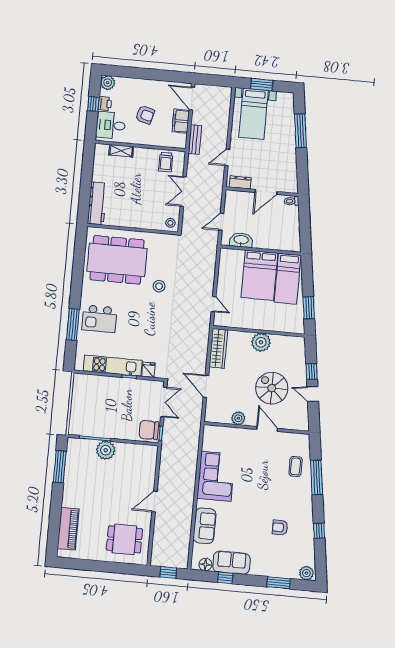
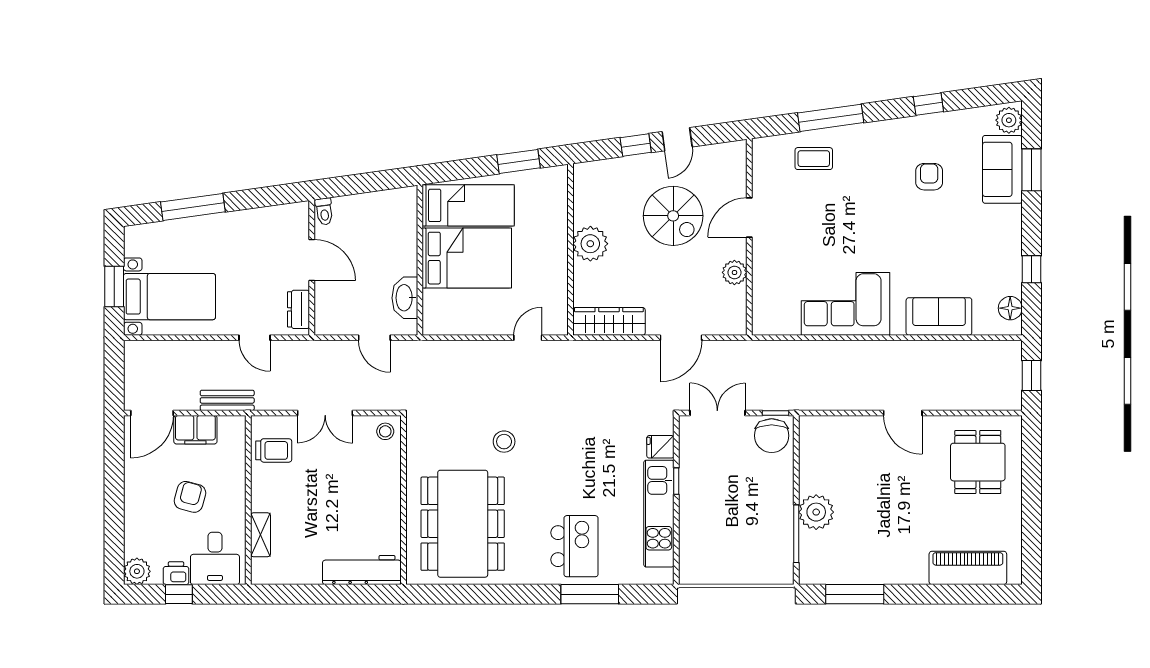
spiral stairs: (272, 388) -> (673, 216), turned -90
armchair: (280, 527) -> (929, 177), turned 180
sofa: (232, 563) -> (1002, 169), moved

